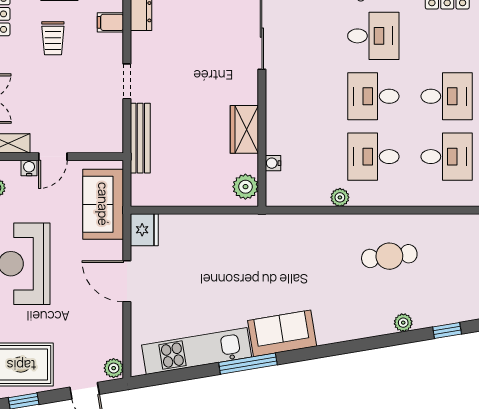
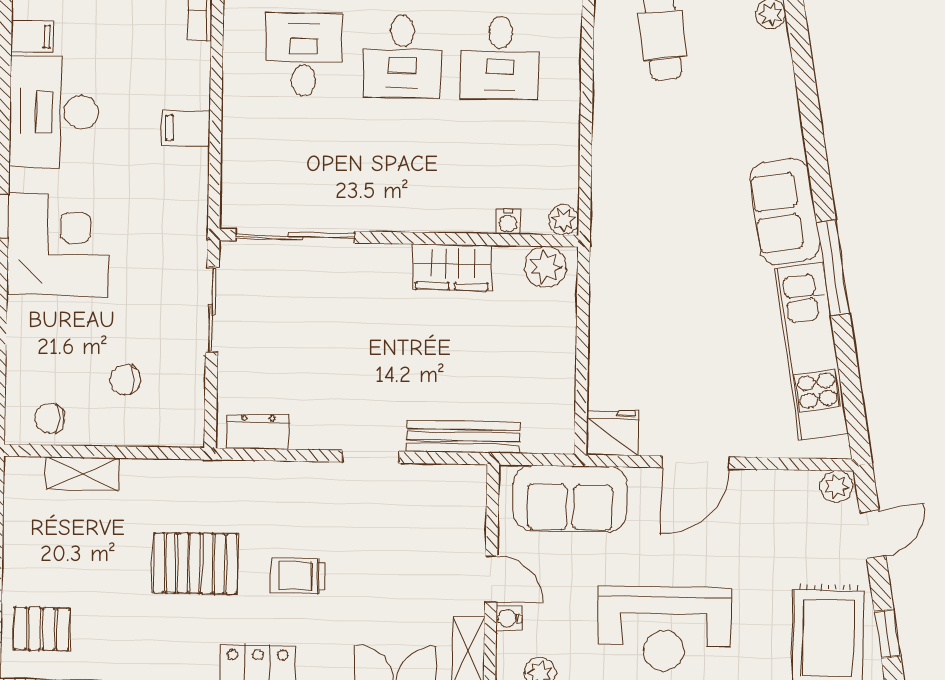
filing cabinet: (110, 22) -> (274, 482), removed
trolley: (53, 38) -> (299, 576), turned 180
plant: (340, 197) -> (564, 220), moved

